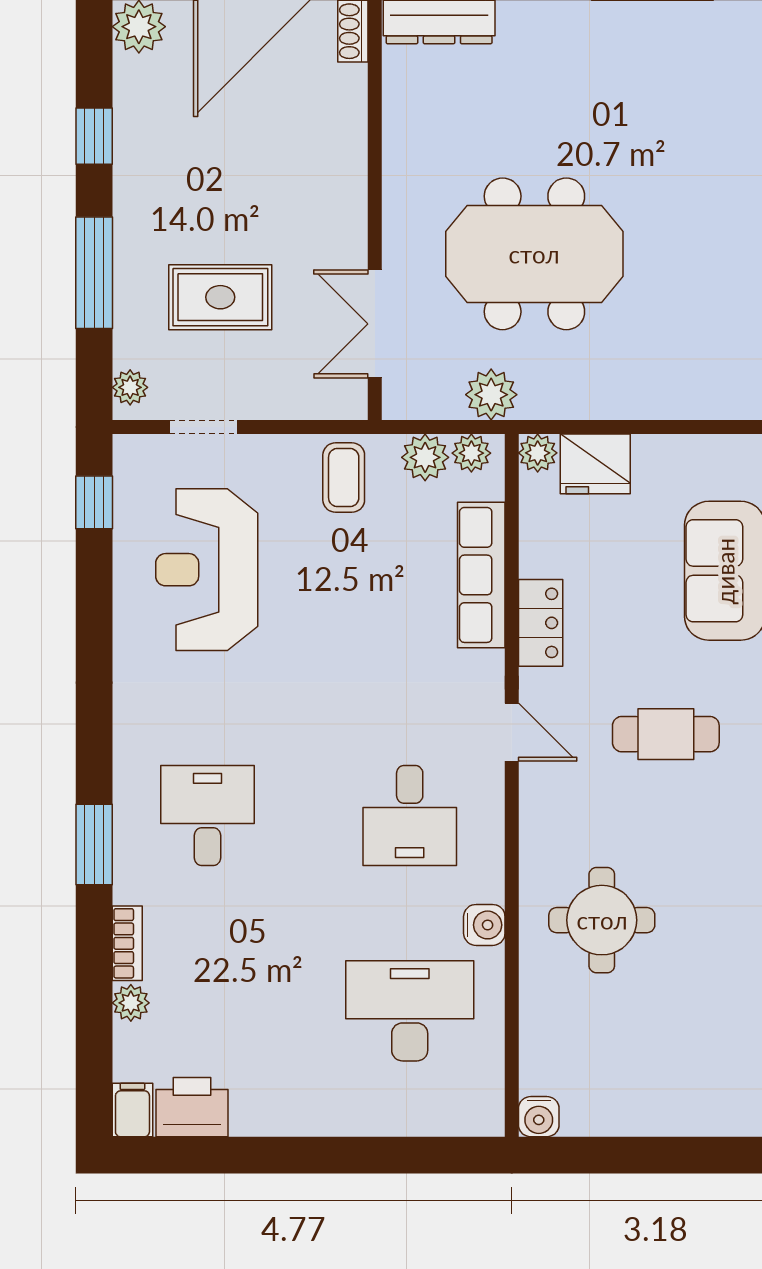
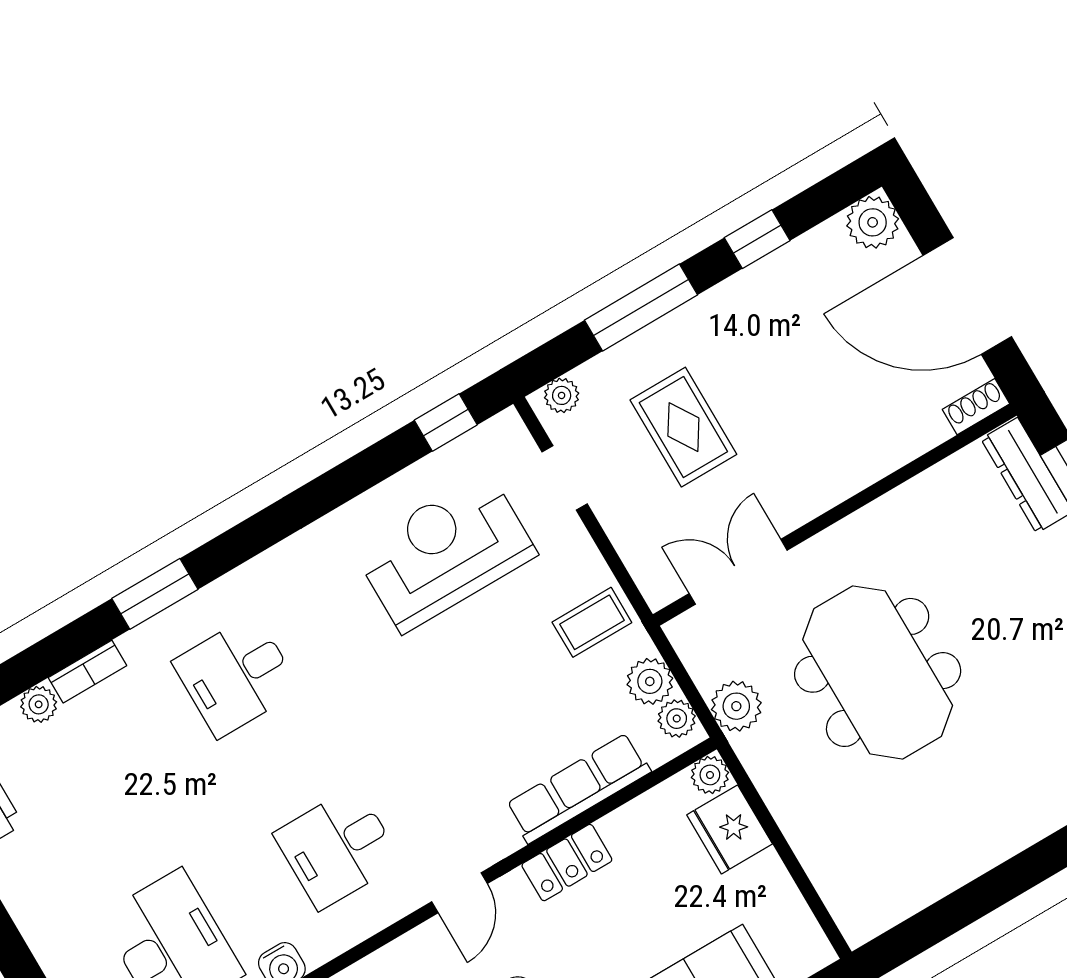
desk: (207, 815) -> (236, 676), turned 180

